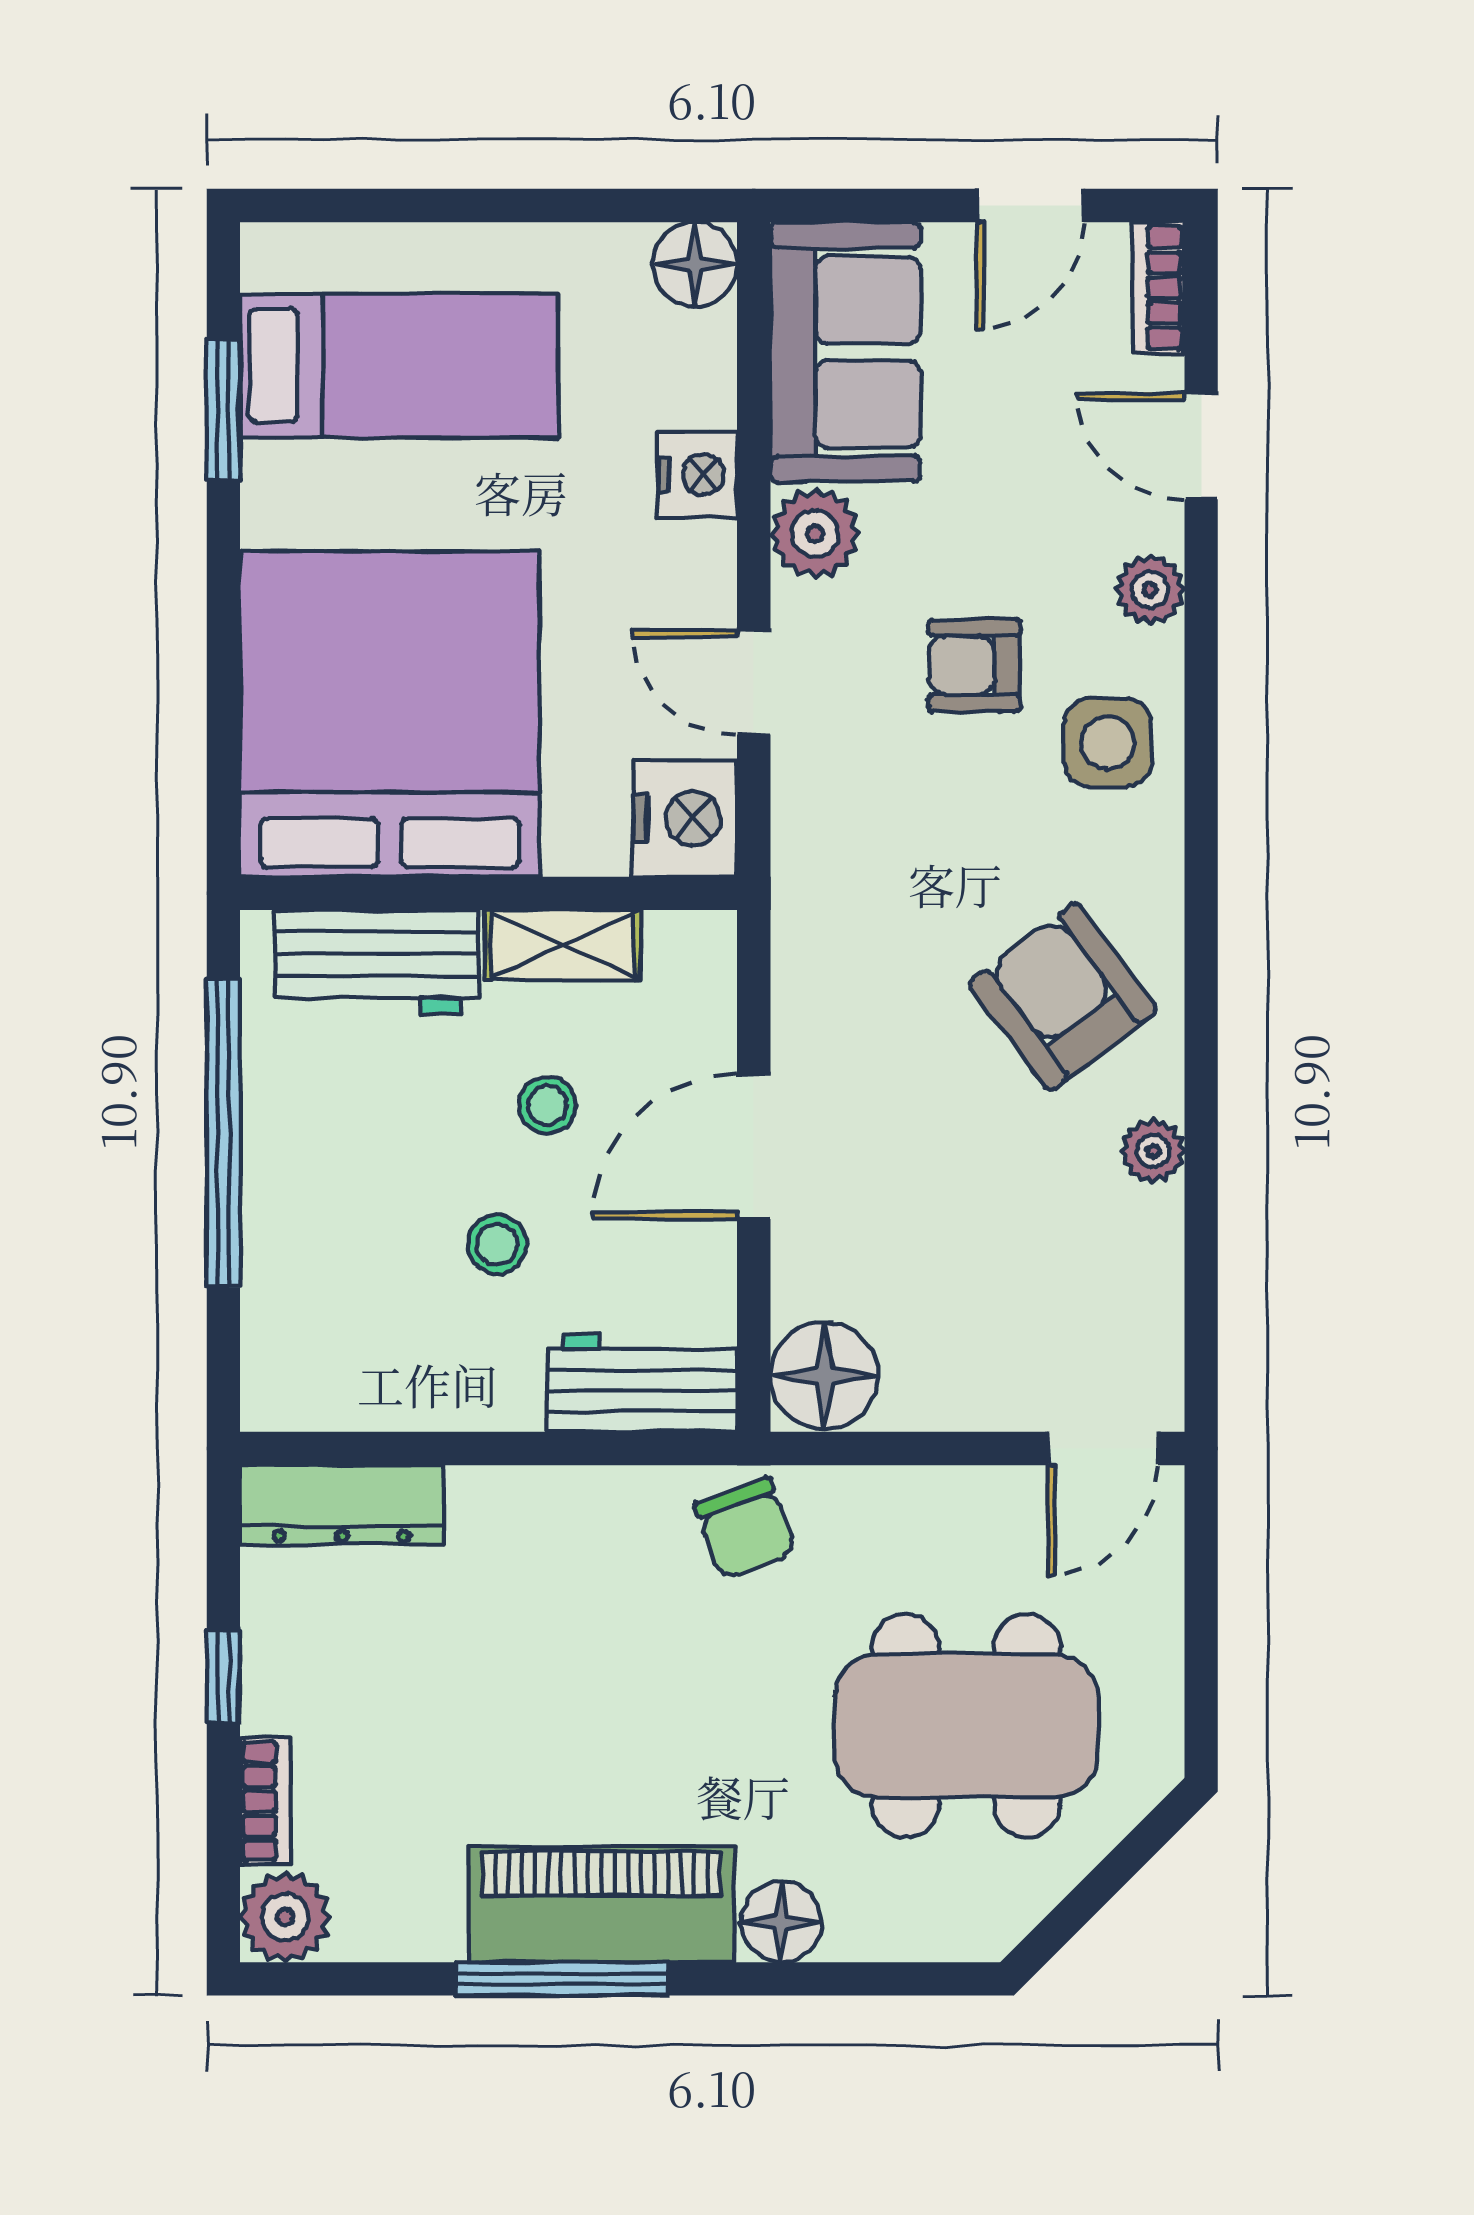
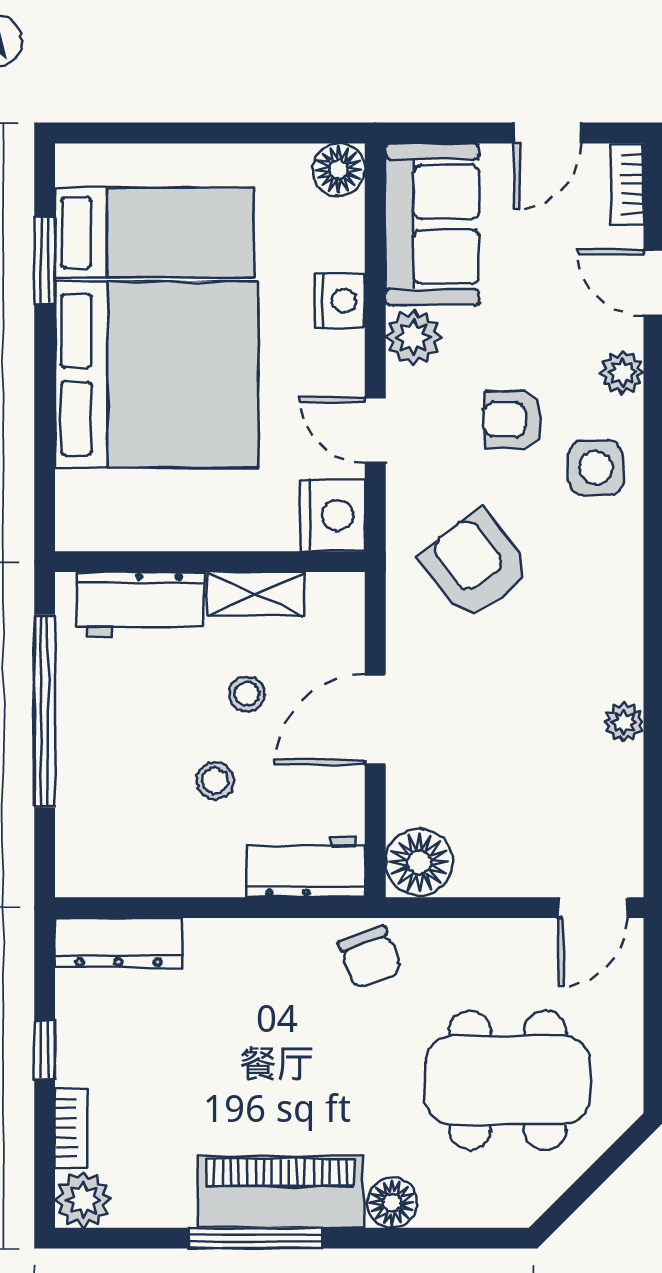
bed: (390, 714) -> (156, 375), moved, turned 90
armchair: (1063, 997) -> (475, 565), moved

